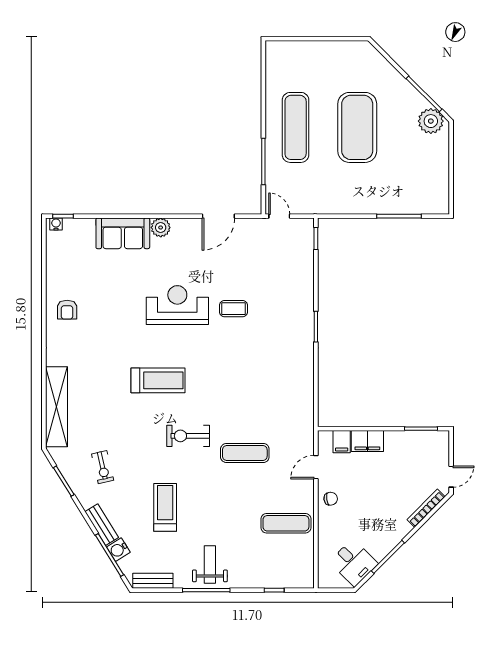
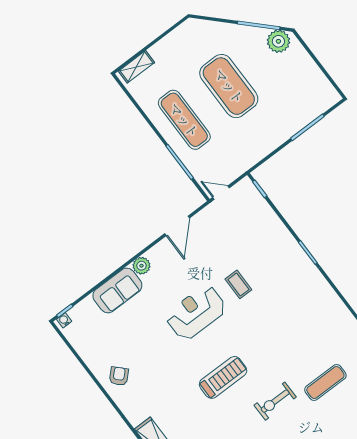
shelving: (289, 49) -> (136, 67), added
coffee table: (233, 309) -> (238, 284), turned 90
armchair: (67, 310) -> (119, 376), turned -134

